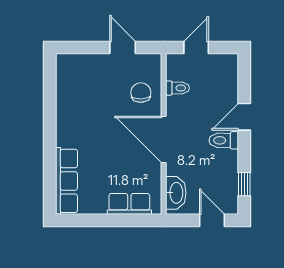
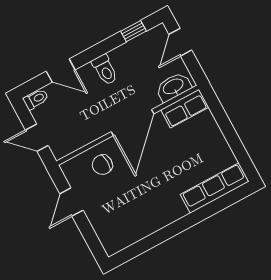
toilet: (177, 88) -> (36, 99), moved, turned 90
door: (244, 117) -> (61, 70), moved
row of seats: (129, 204) -> (185, 108), moved, turned -90

